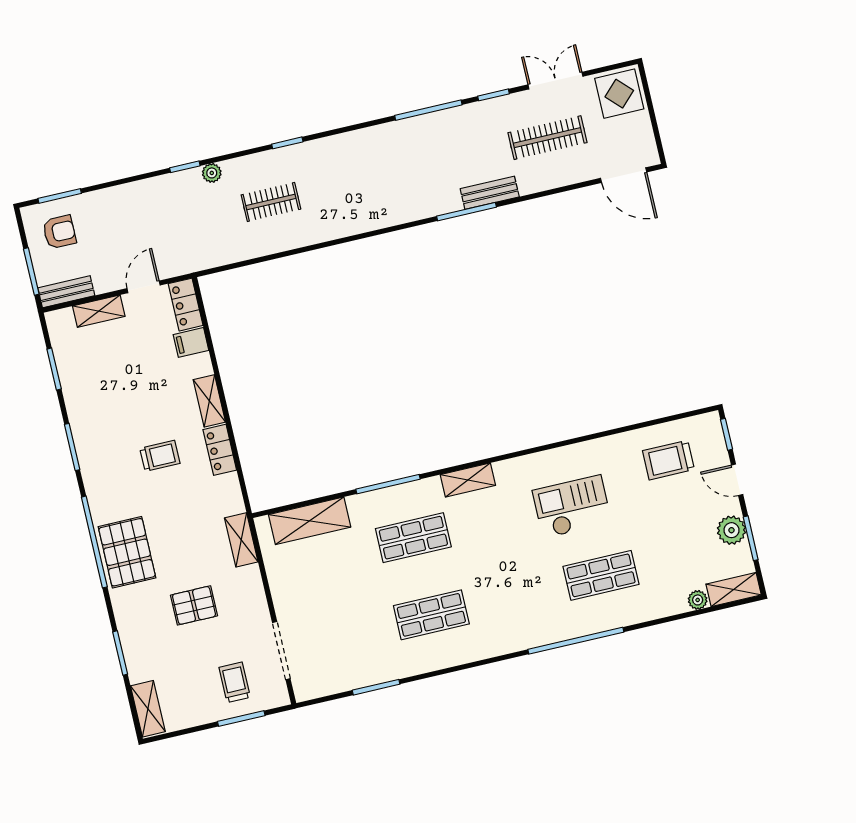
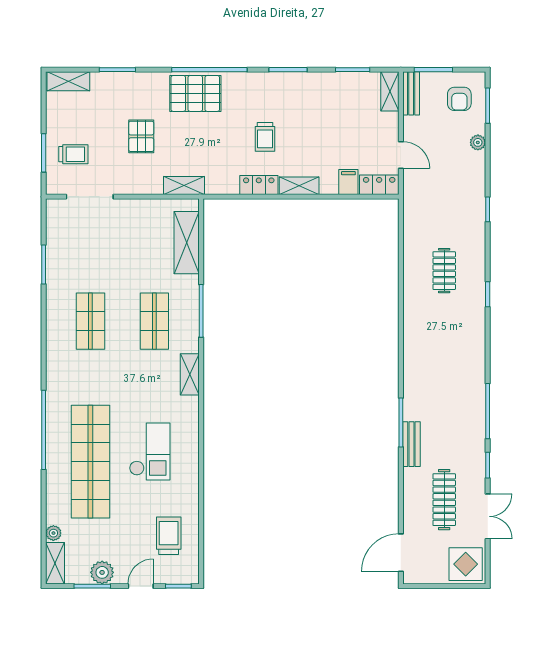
plant: (212, 173) -> (478, 142), moved
shelving: (99, 311) -> (390, 91), moved
shop shelf: (601, 575) -> (90, 462), width x2.00, depth x1.36

